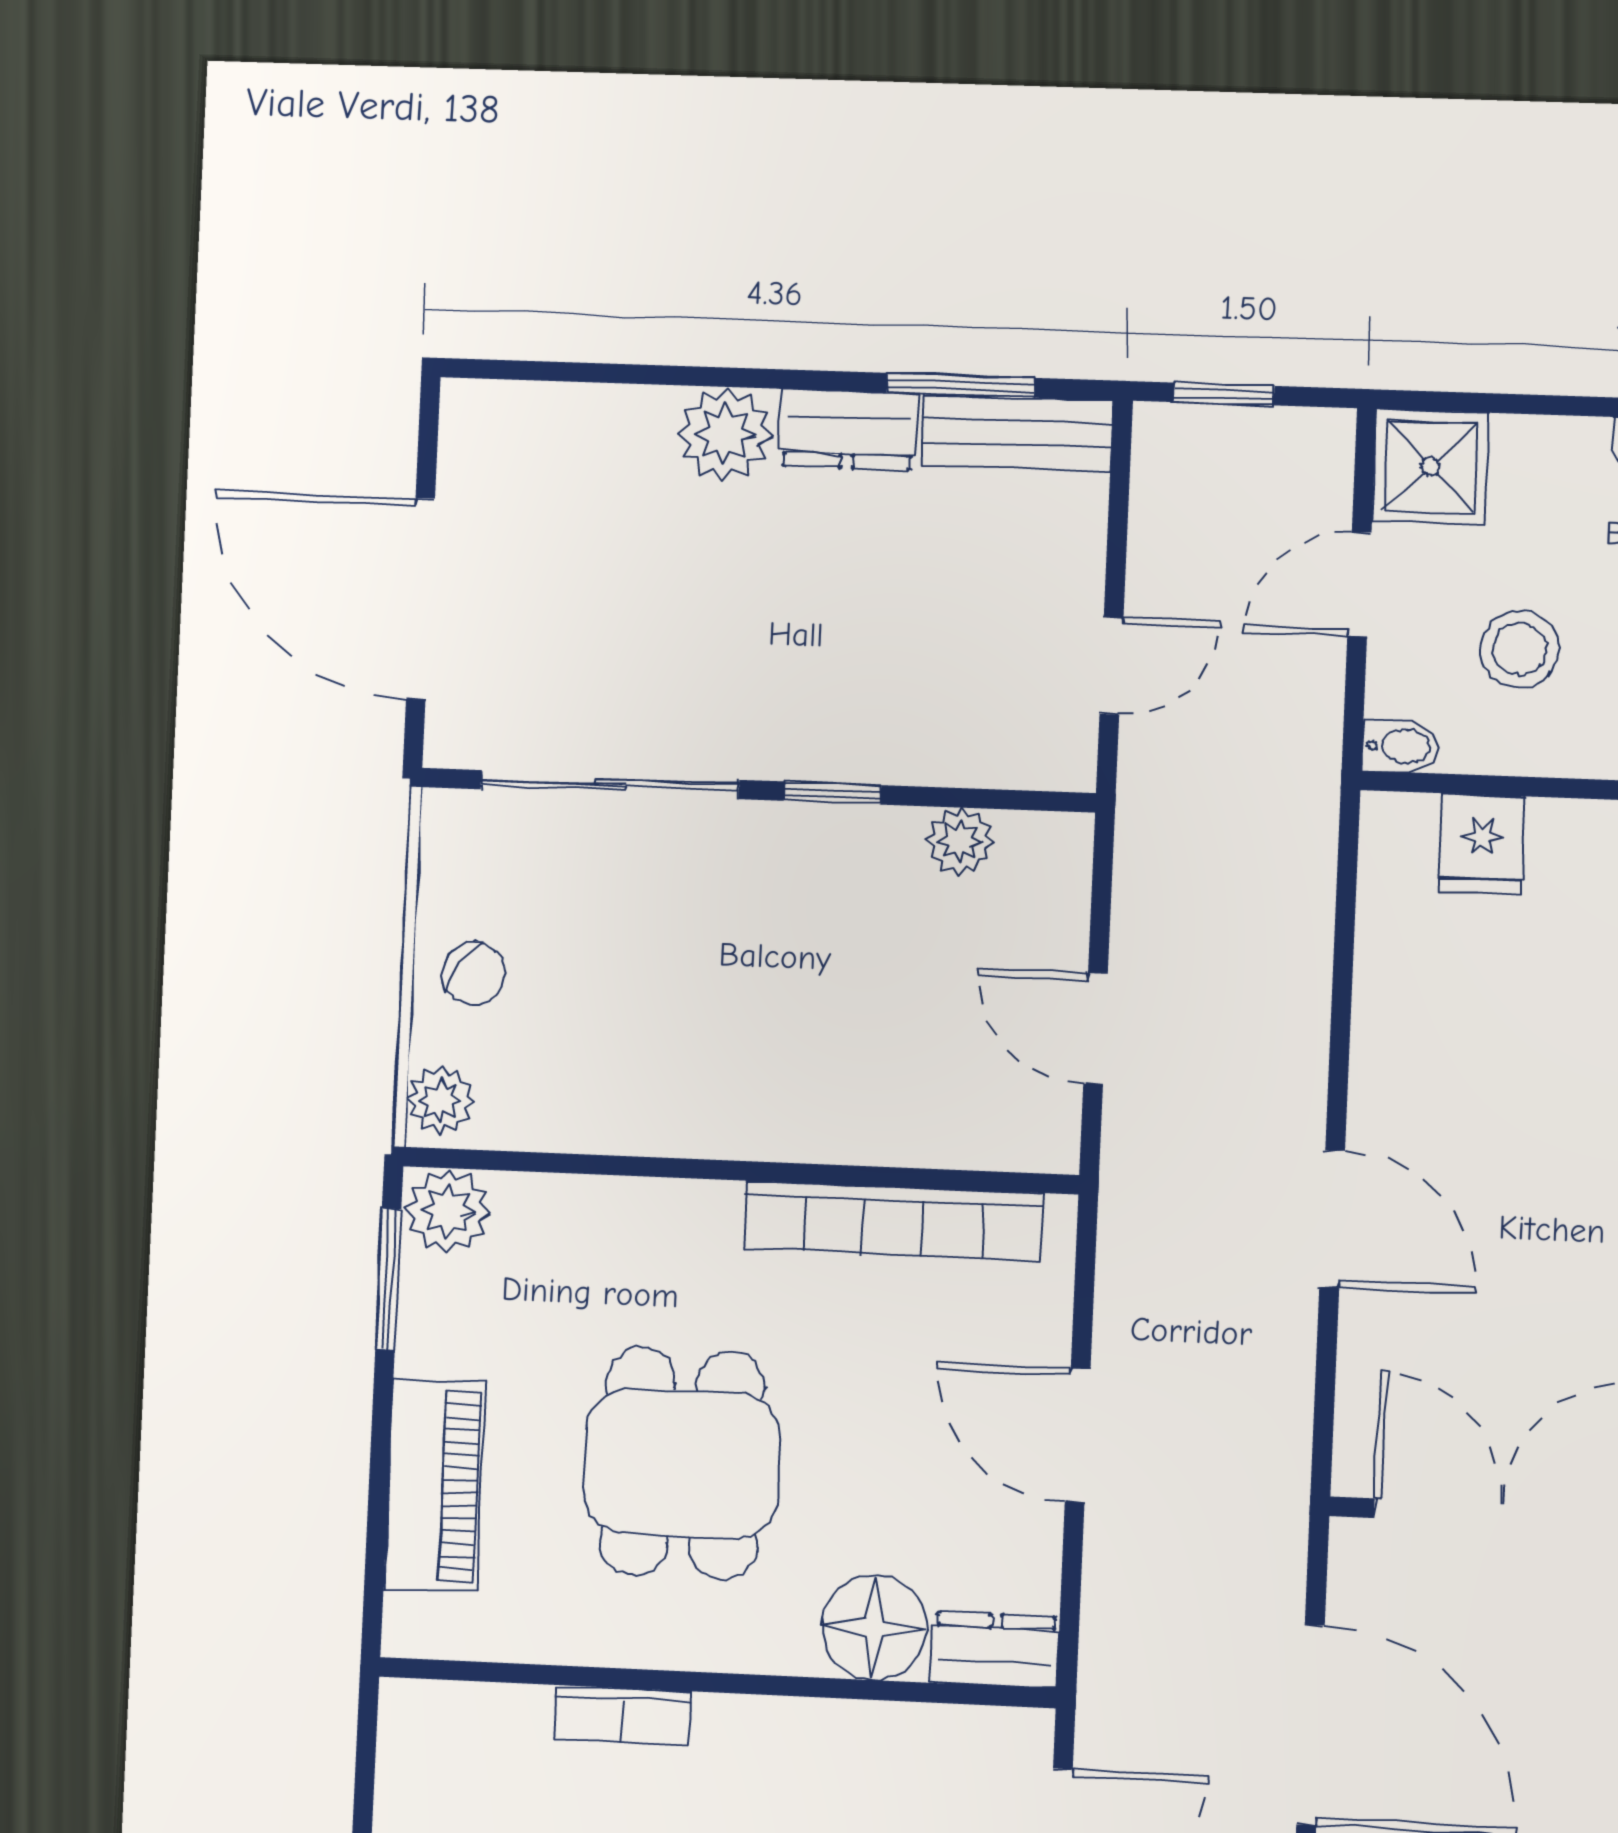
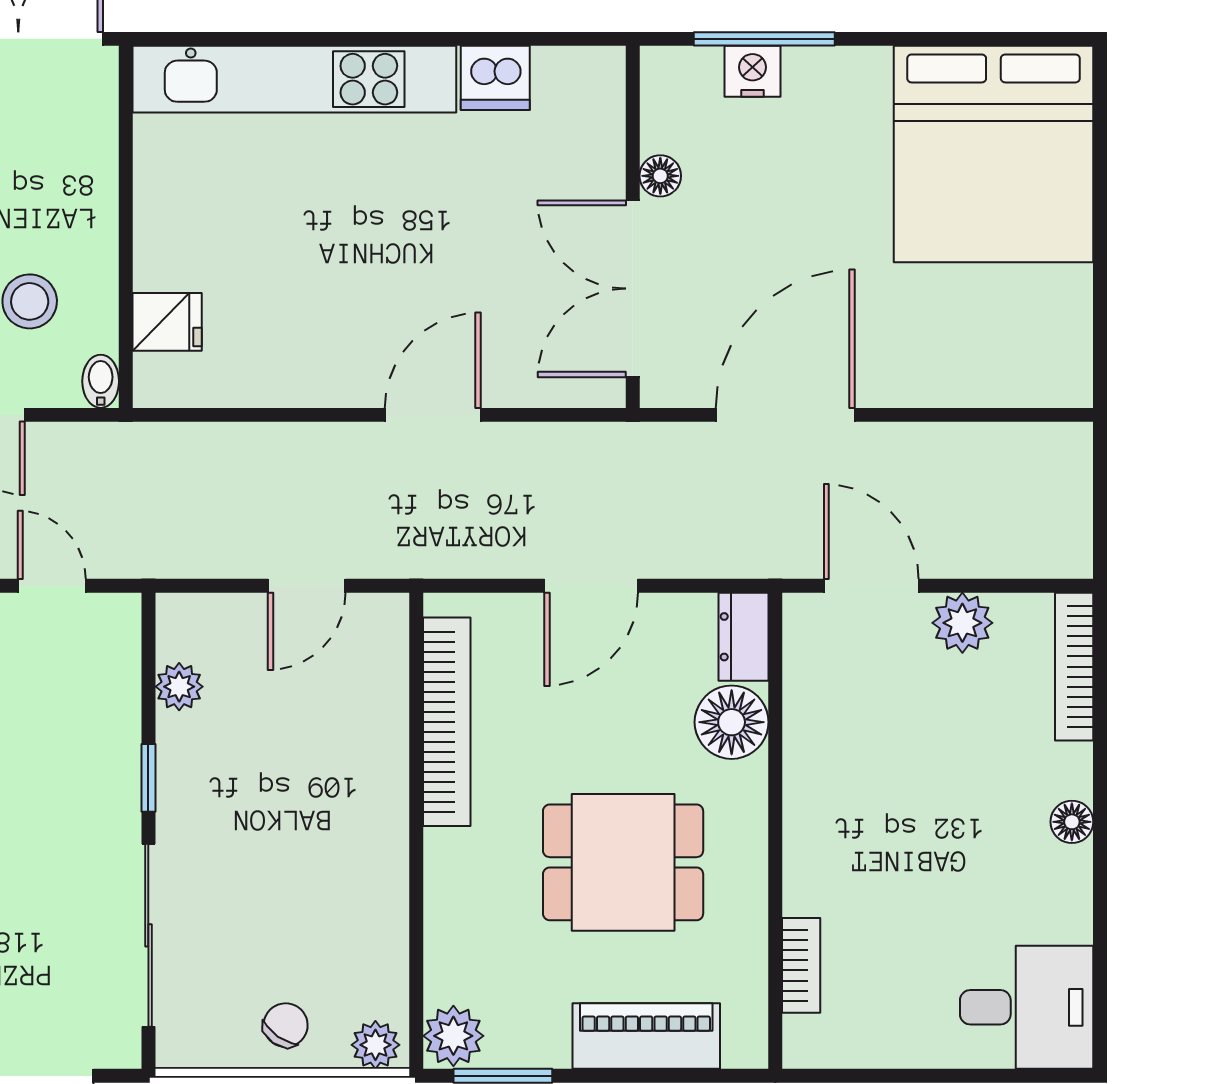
bookcase: (623, 1715) -> (801, 965), moved

